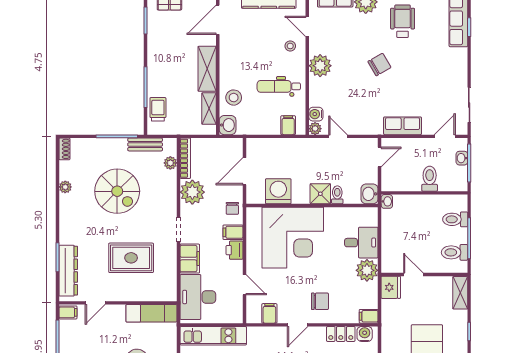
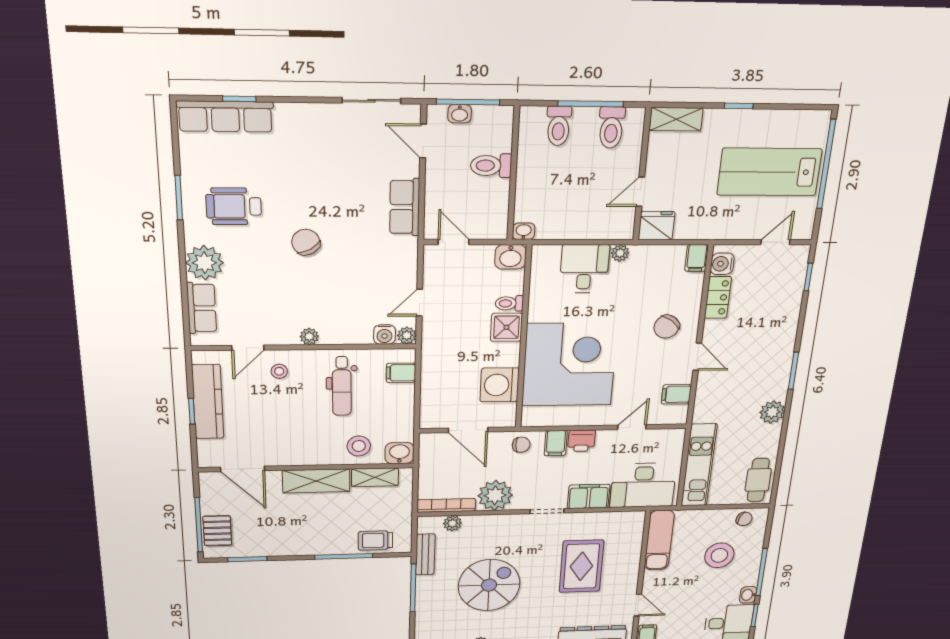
plant: (320, 66) -> (309, 336), width x0.53, depth x0.53
plant: (367, 270) -> (620, 253), width x0.53, depth x0.53
chair: (320, 301) -> (667, 327), turned -144

